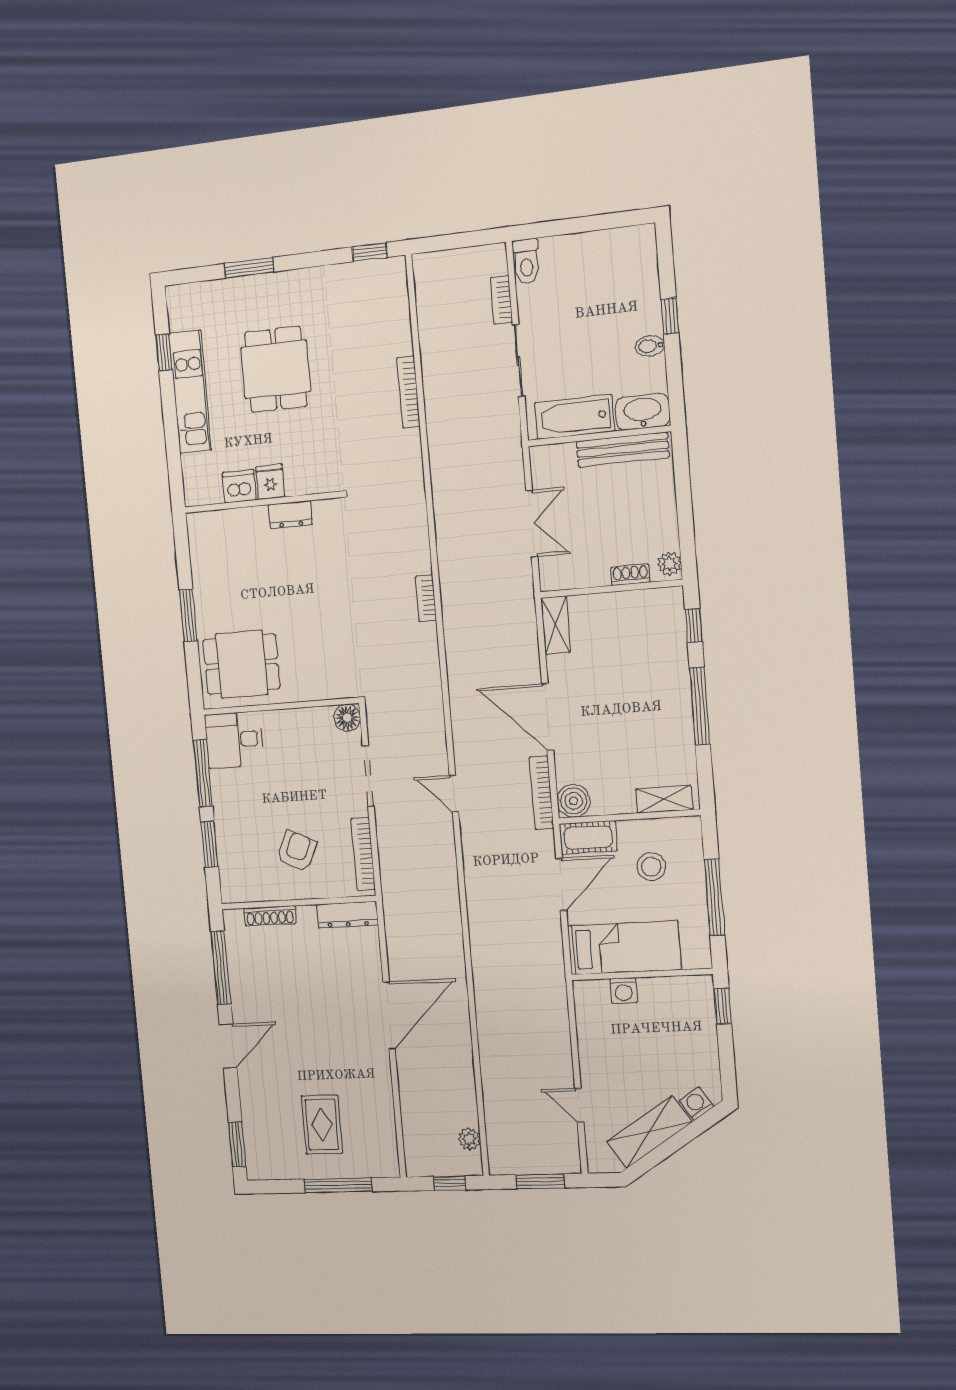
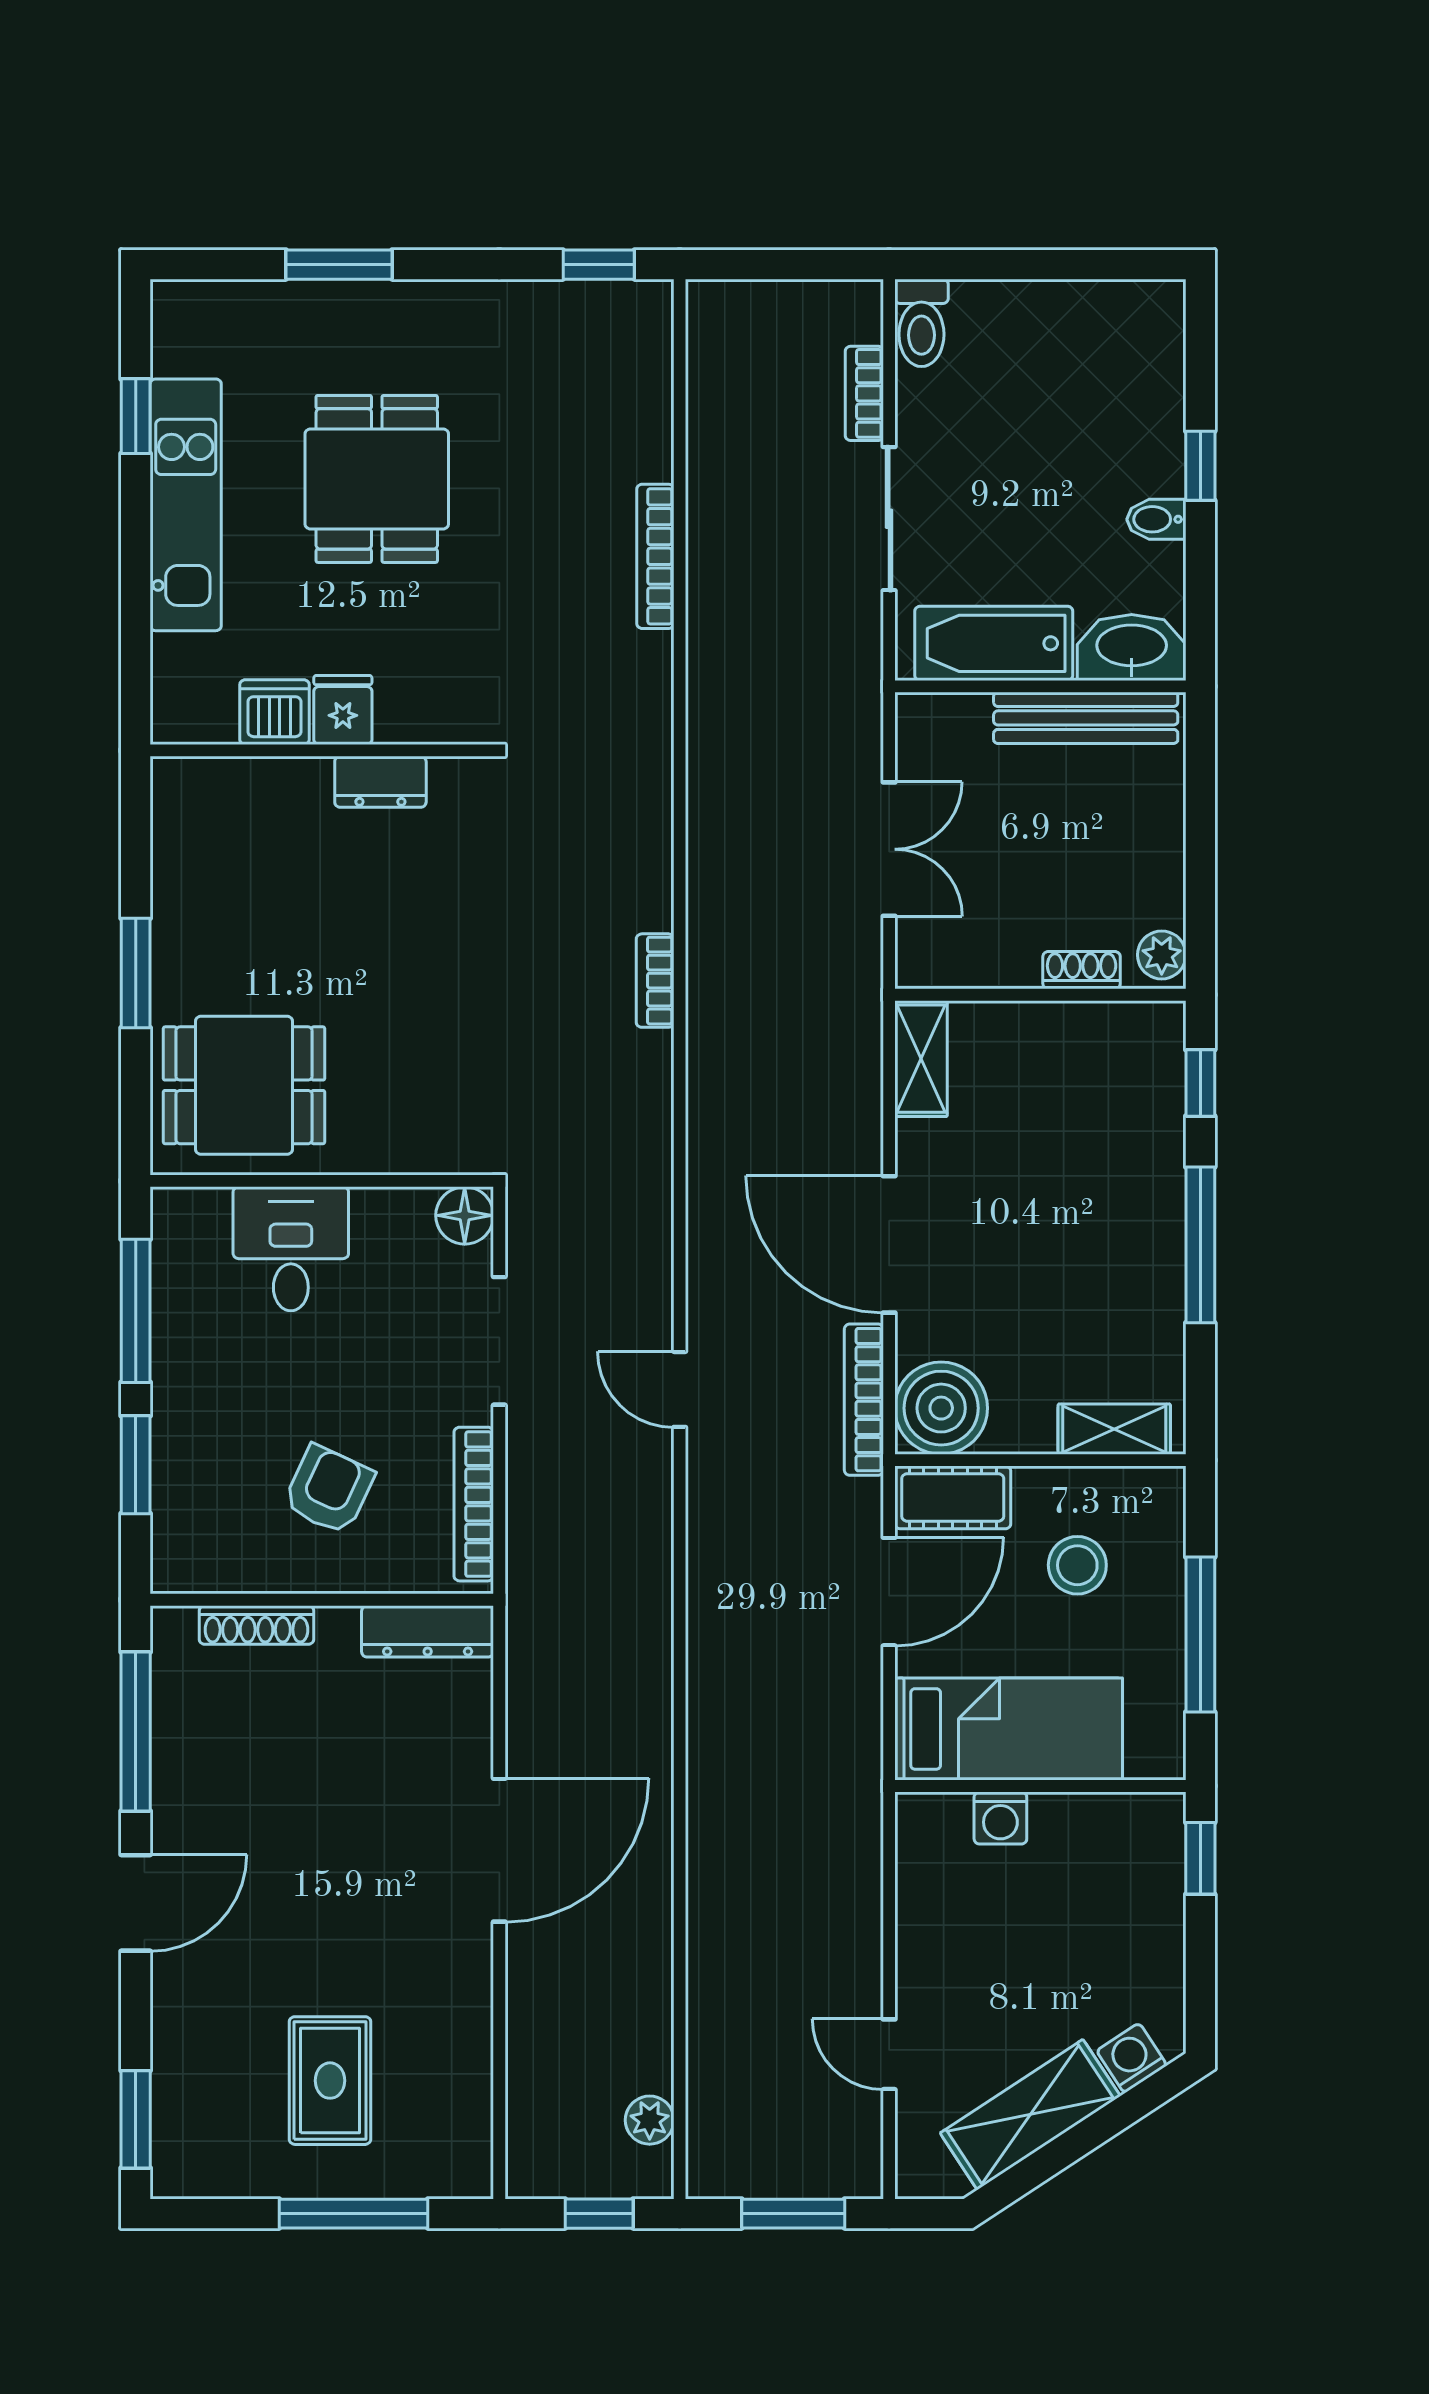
desk: (234, 740) -> (291, 1249), moved, turned 90
boiler: (574, 801) -> (941, 1408), width x1.37, depth x1.37

